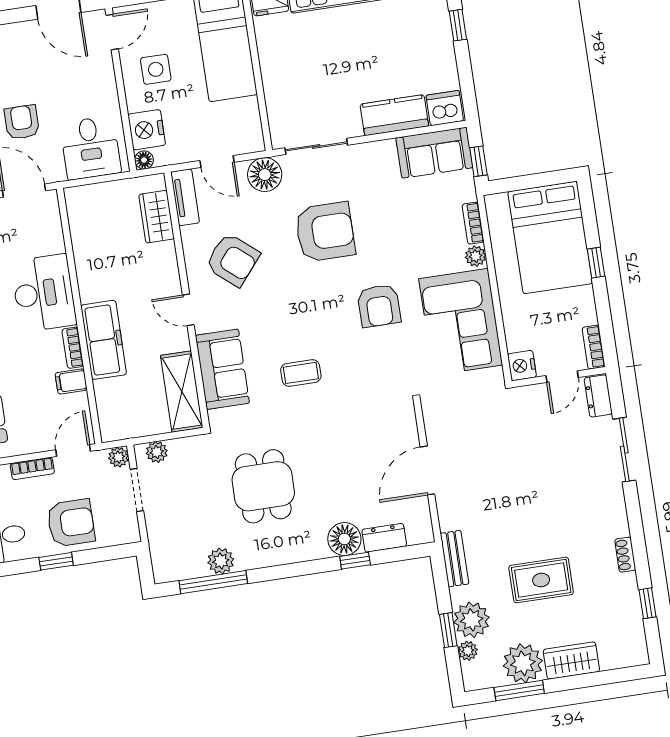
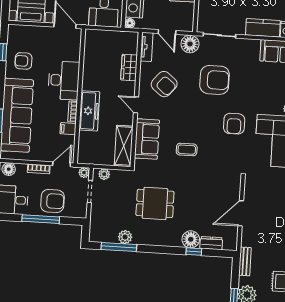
wardrobe: (156, 217) -> (129, 68), moved
dining table: (263, 486) -> (155, 203), turned 90
window: (56, 561) -> (41, 219), width x2.17

